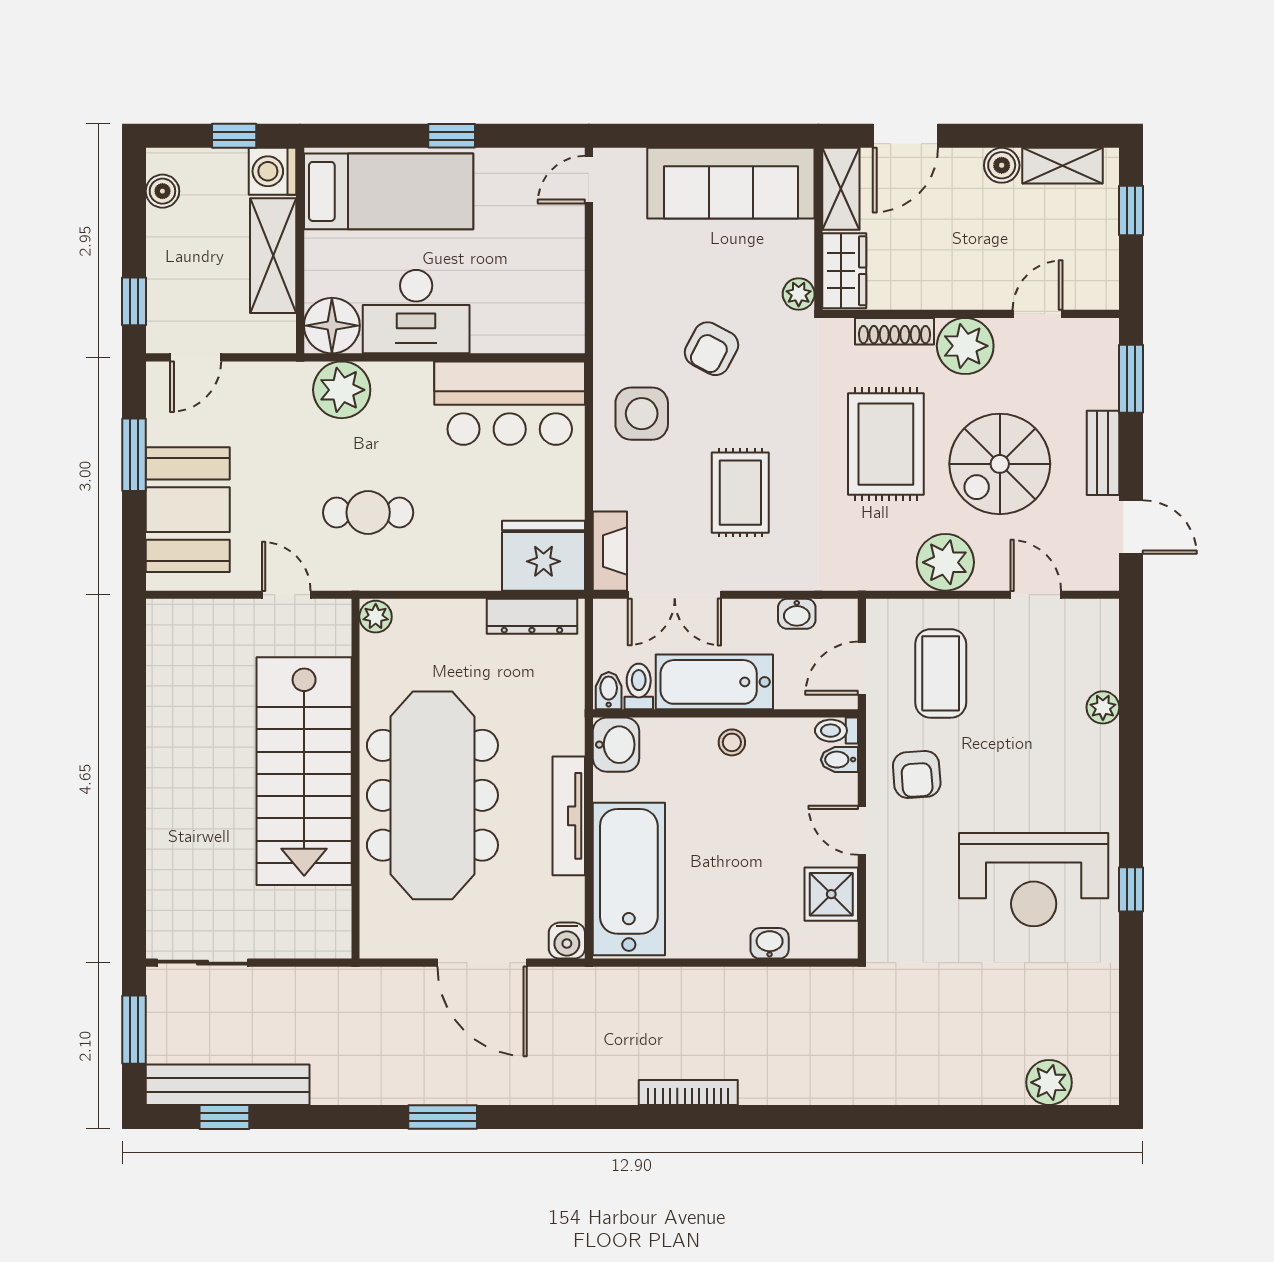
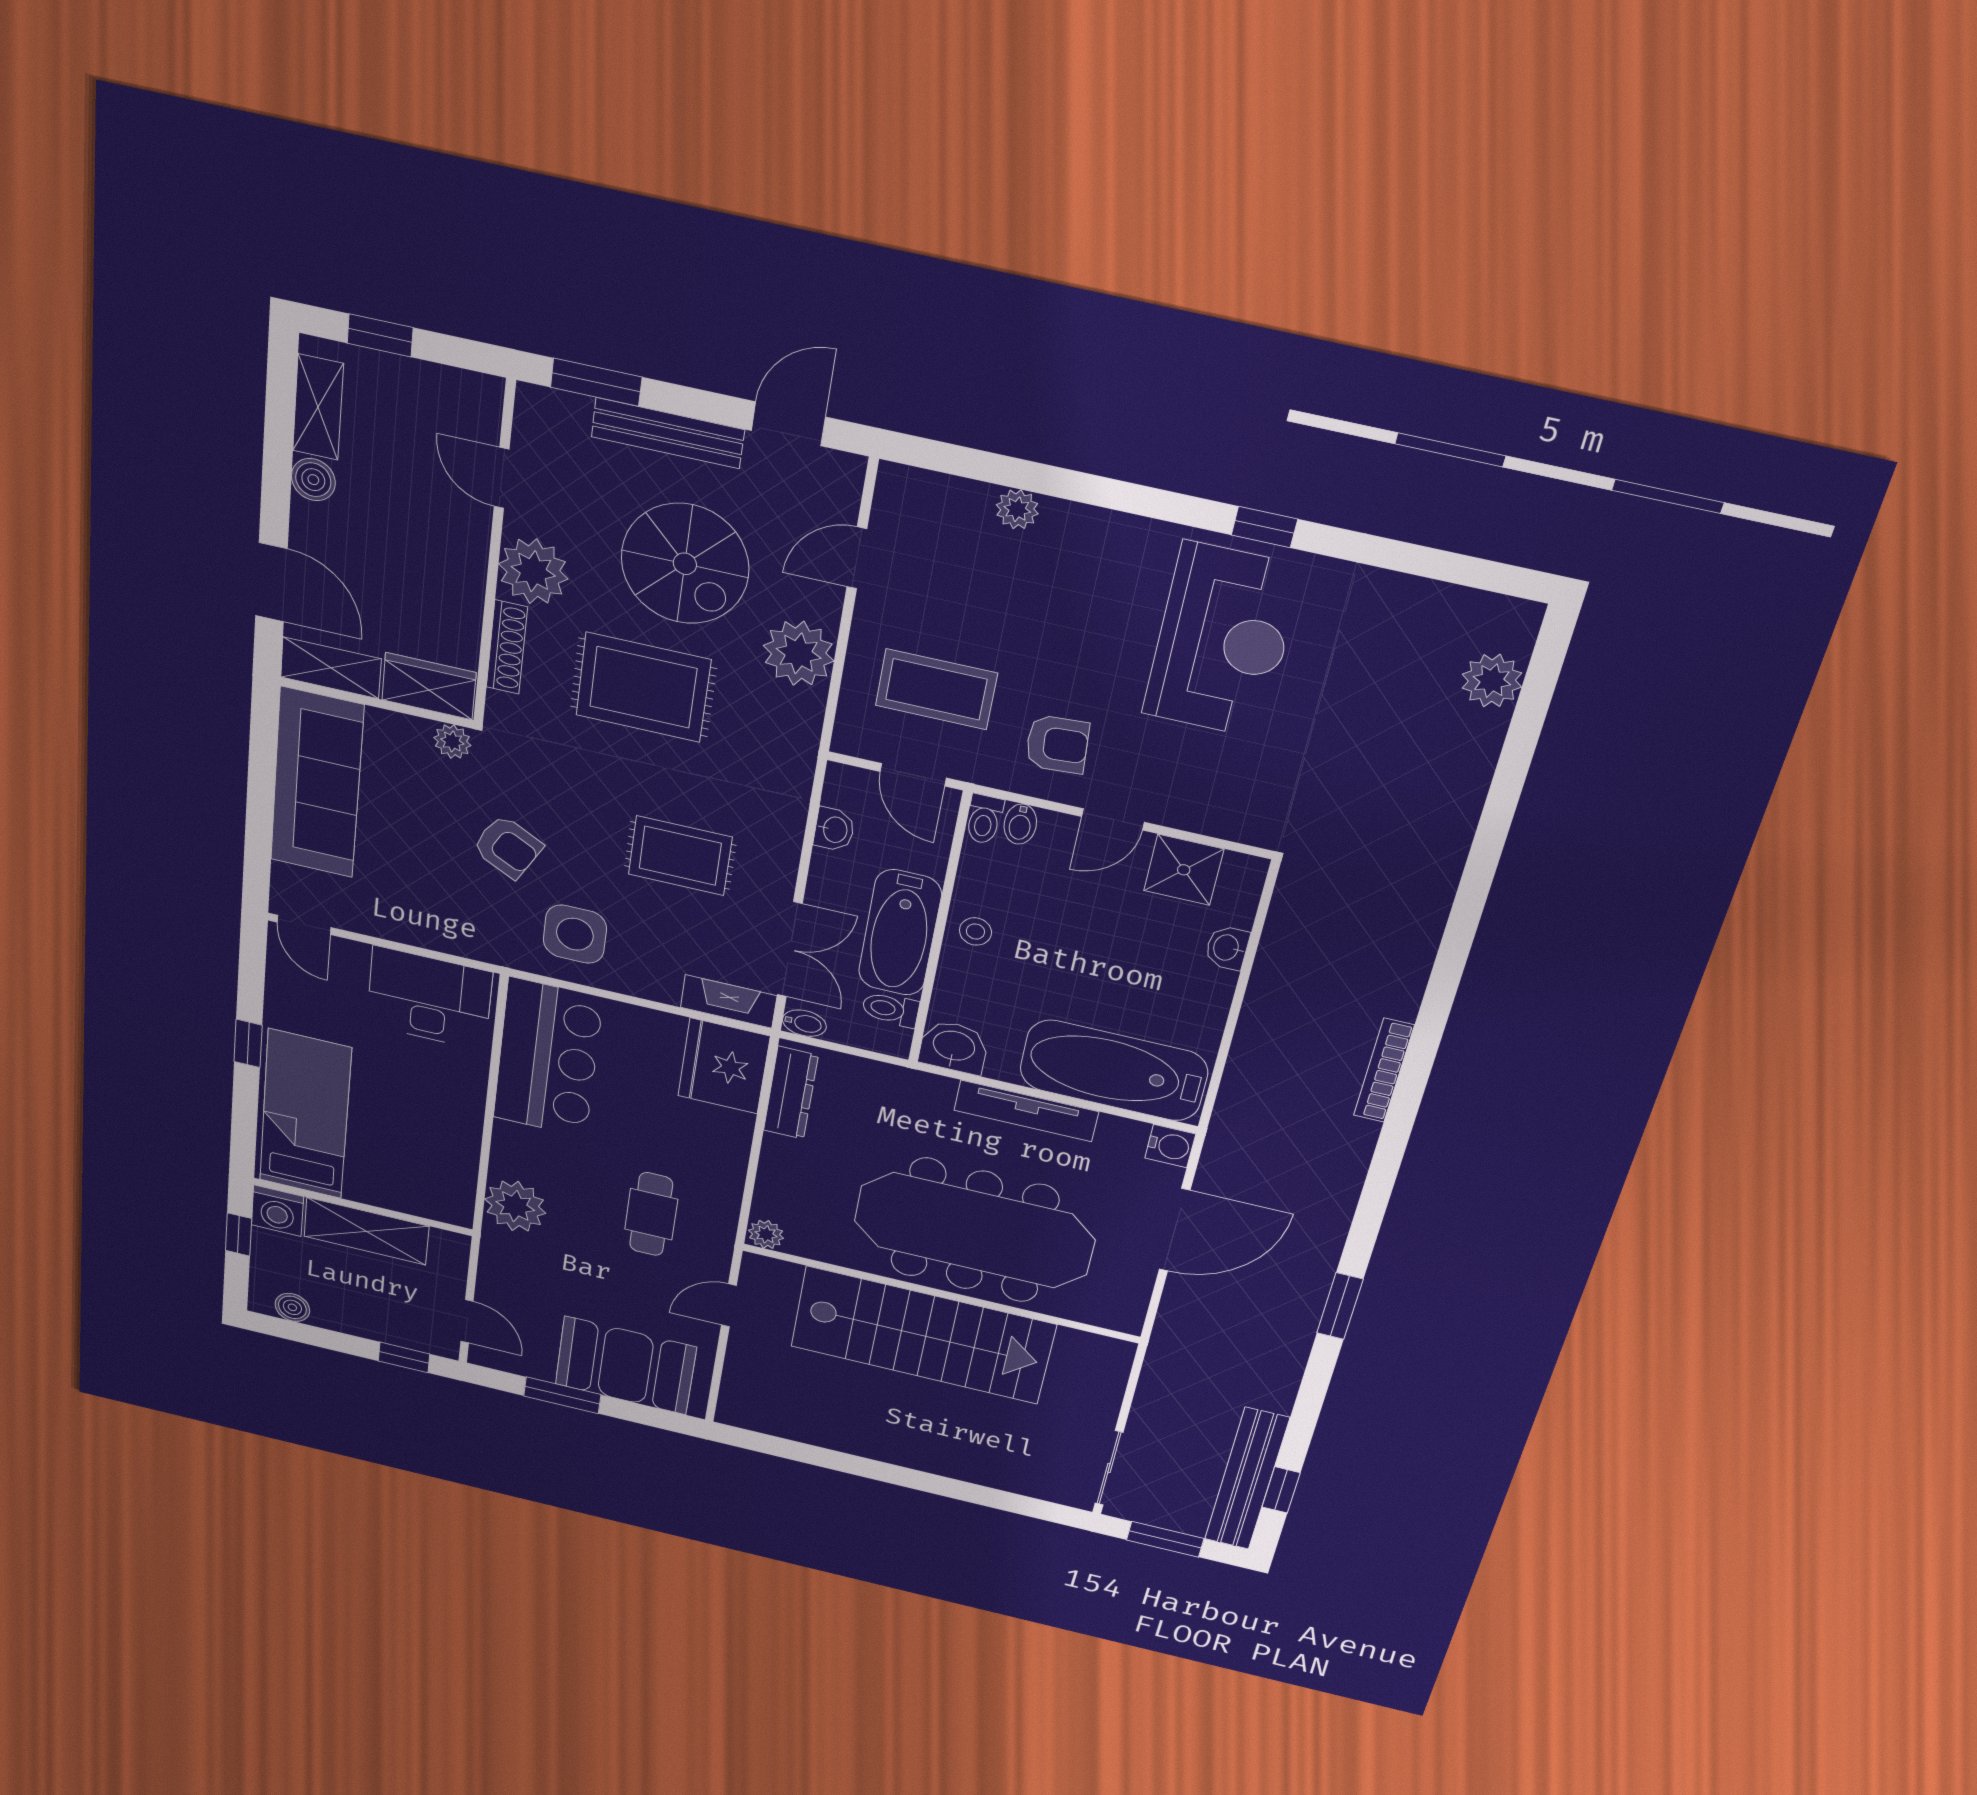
desk: (416, 312) -> (429, 998), moved, turned -90
floor lamp: (332, 326) -> (445, 1198), removed
bench: (1103, 453) -> (668, 433), width x1.36
bidet: (609, 691) -> (804, 1023), moved, turned 180

